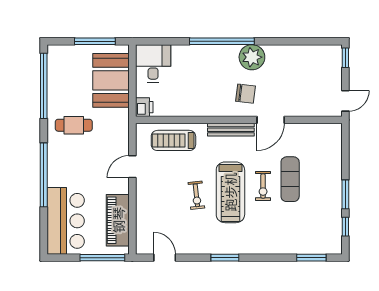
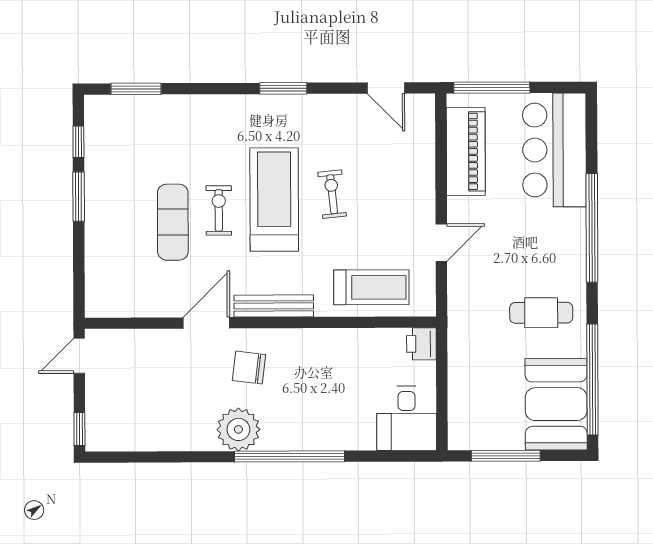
booth: (111, 80) -> (556, 404), moved

